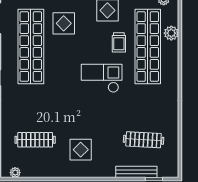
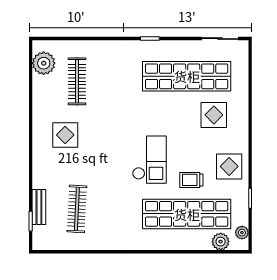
plant: (171, 33) -> (221, 242), moved
bench: (136, 172) -> (39, 207), width x0.73
plant: (15, 173) -> (44, 63), width x1.88, depth x1.88

